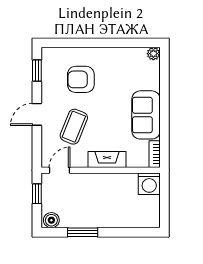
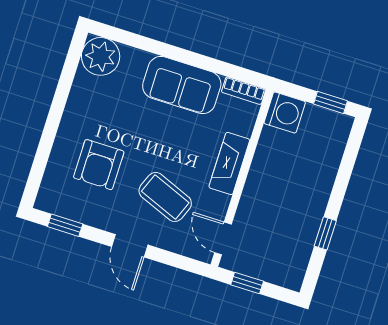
plant: (153, 54) -> (101, 56), width x1.87, depth x1.87
window: (164, 210) -> (330, 102), added
boiler: (51, 220) -> (293, 274), removed
window: (83, 232) -> (325, 233), width x0.67

